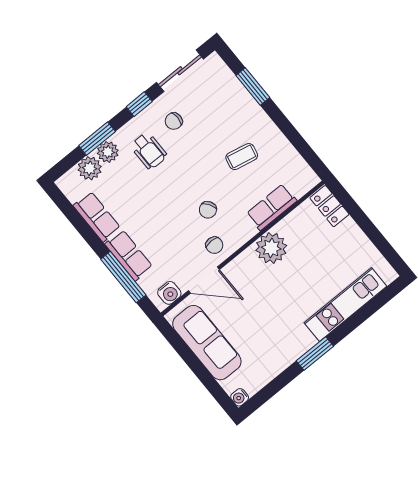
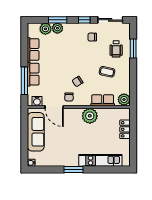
wheelchair: (149, 151) -> (116, 49), moved
plant: (304, 178) -> (124, 100), added
locker: (329, 206) -> (125, 129), moved

